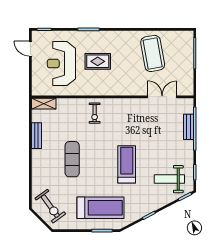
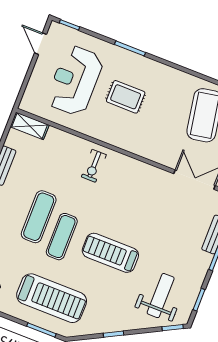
treadmill: (127, 164) -> (110, 253), turned -90
exercise mat: (92, 166) -> (62, 237), added
weight bench: (169, 179) -> (161, 296), turned 90

